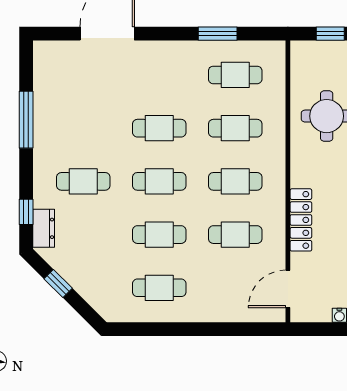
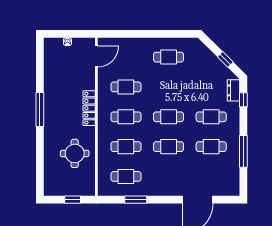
locker: (301, 220) -> (89, 108), moved
cafe table: (159, 235) -> (211, 147), moved

